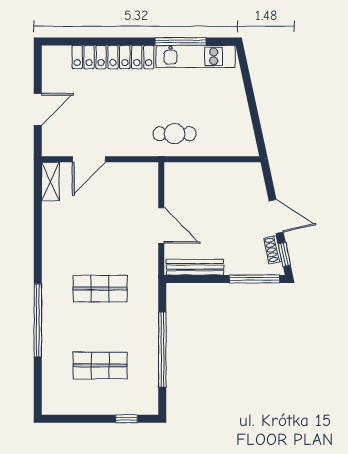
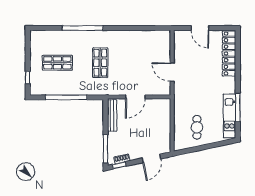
locker: (113, 57) -> (229, 53), moved
cafe table: (175, 134) -> (197, 127), moved
door: (89, 159) -> (172, 72), moved
shelving: (50, 182) -> (160, 35), removed
door: (276, 217) -> (151, 158), moved
shop shelf: (100, 365) -> (57, 63), turned 90

